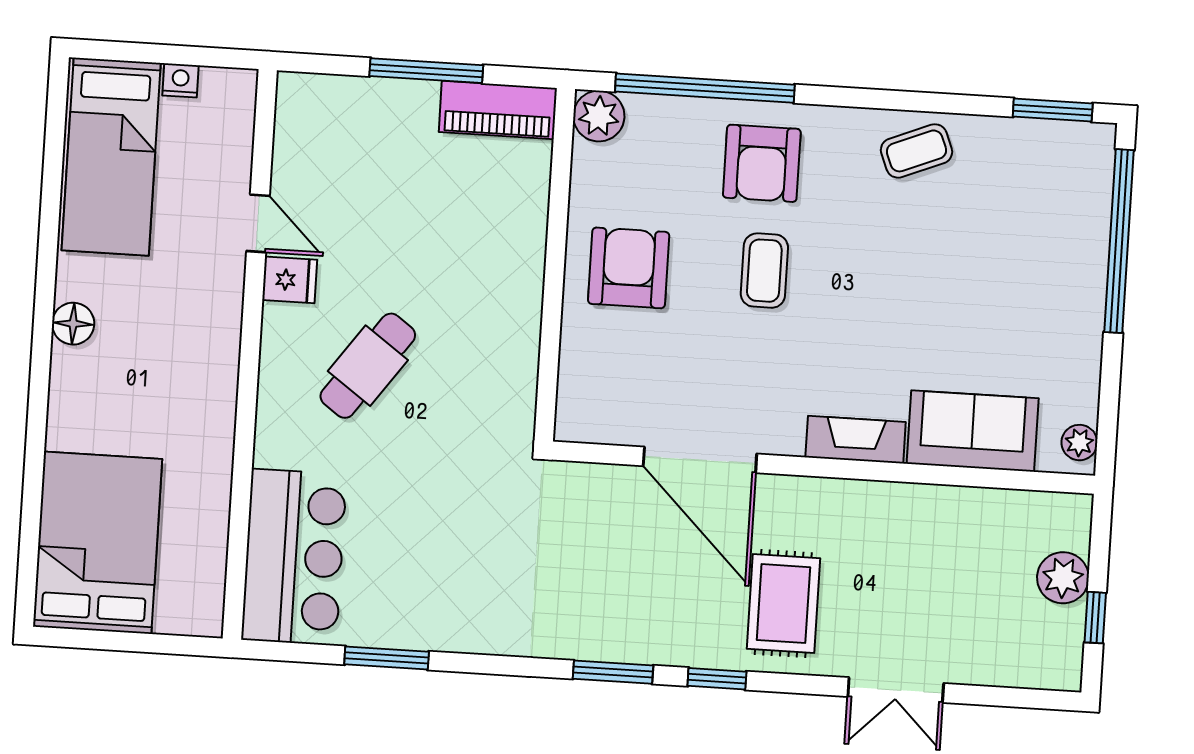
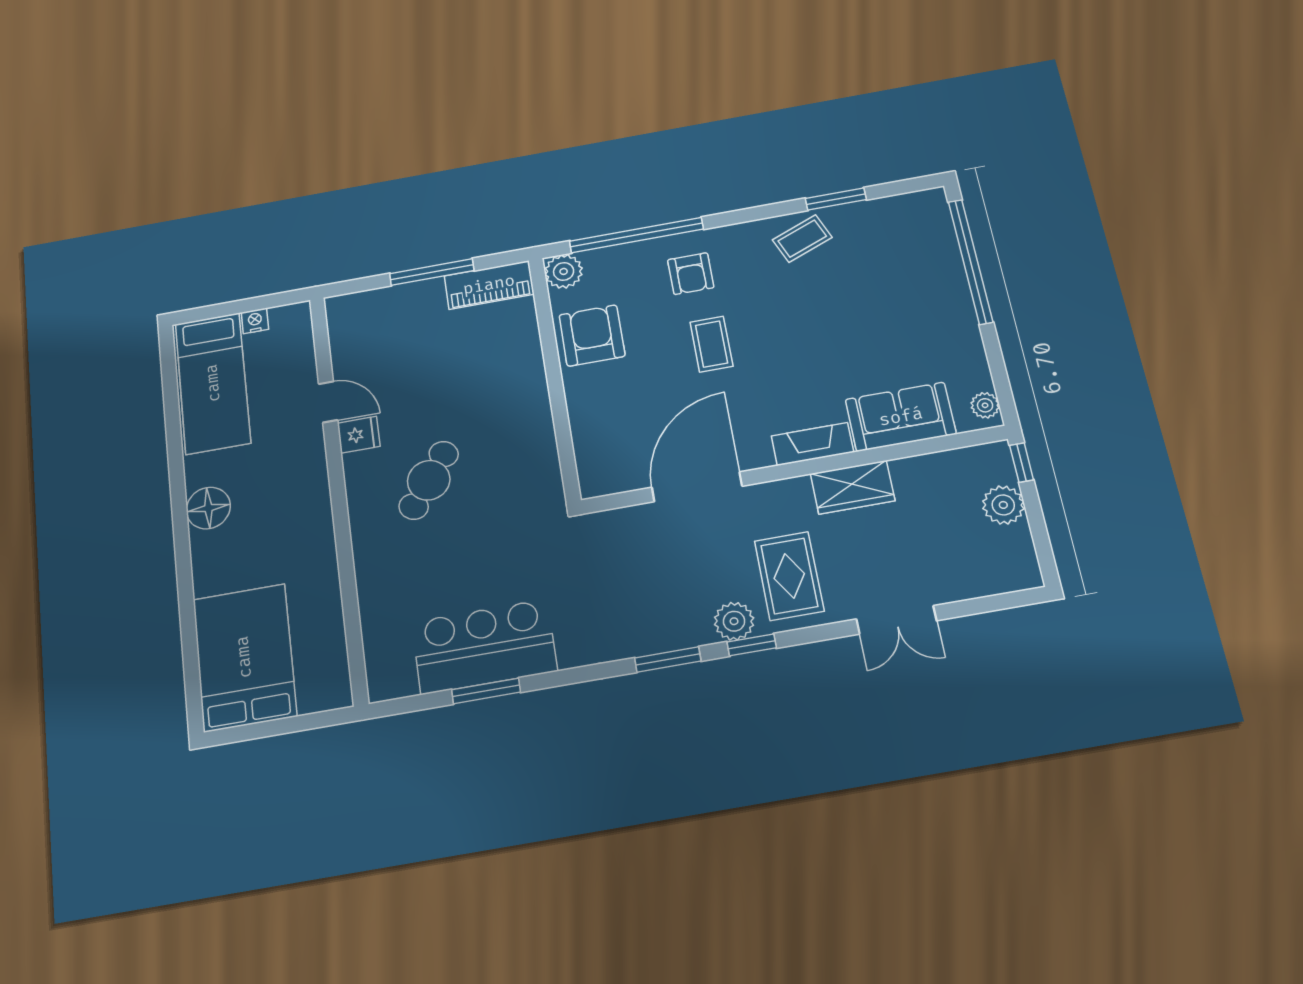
window: (1053, 110) -> (836, 199), moved
armchair: (762, 163) -> (691, 274), width x0.72, depth x0.72
armchair: (629, 268) -> (592, 336), moved
floor lamp: (73, 324) -> (208, 508), width x1.38, depth x1.38
door: (700, 460) -> (697, 487), swing flipped
wardrobe: (889, 509) -> (853, 487), added
bar counter: (294, 557) -> (484, 647), moved, turned -90
window: (1095, 618) -> (1022, 462), moved
plant: (703, 644) -> (734, 621), added

